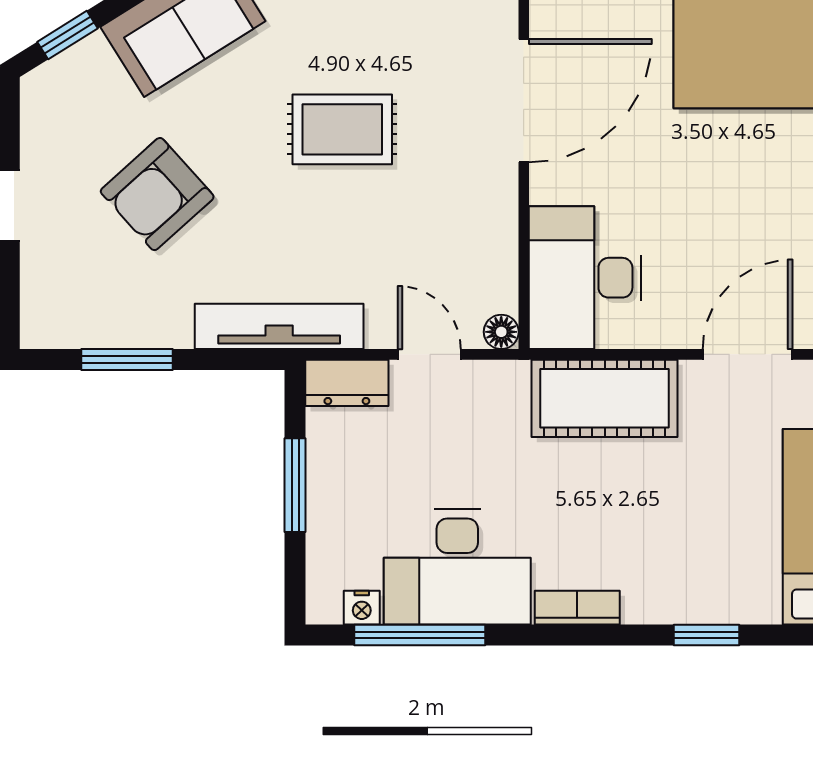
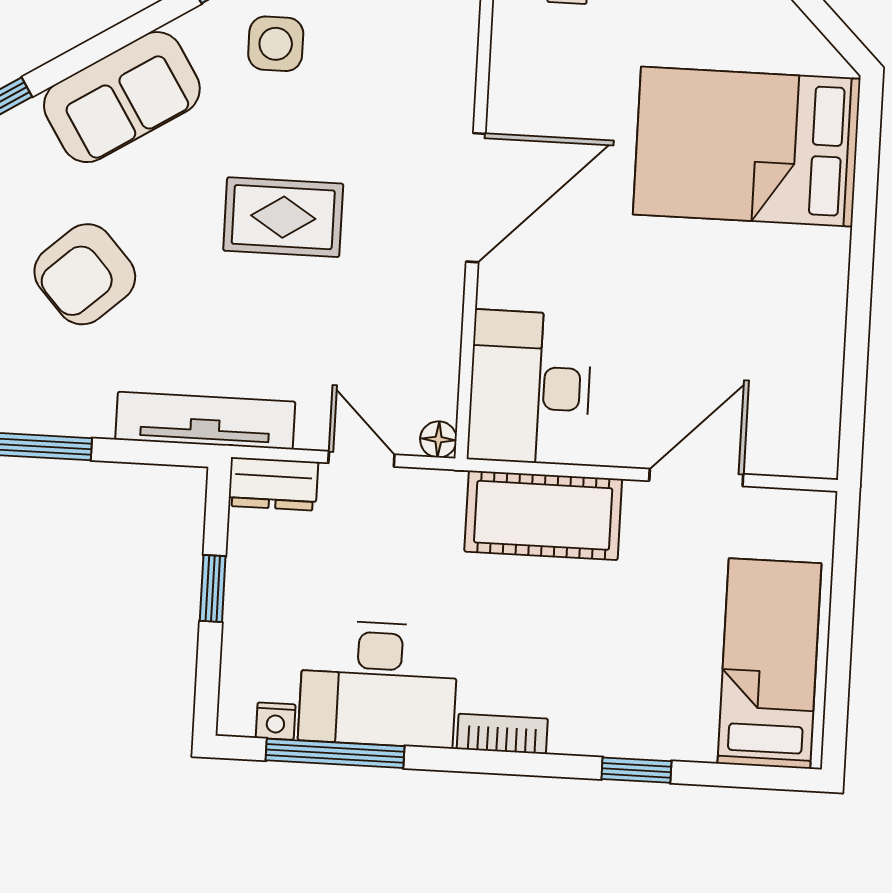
window: (295, 485) -> (213, 588), width x0.67

